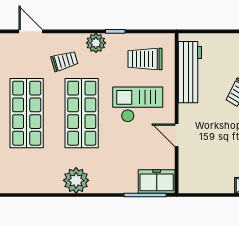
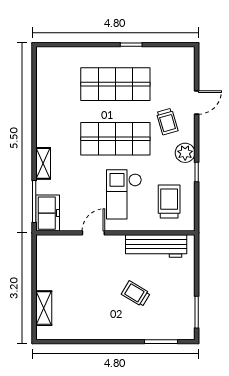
door: (31, 31) -> (197, 102), moved
checkout: (138, 104) -> (124, 194), turned 180
plant: (76, 180) -> (49, 133), removed
shelving: (107, 186) -> (43, 163), added

